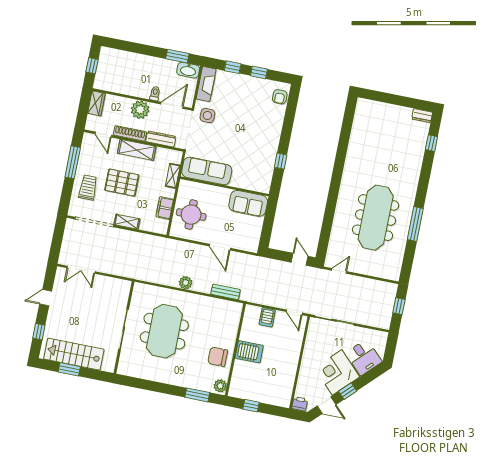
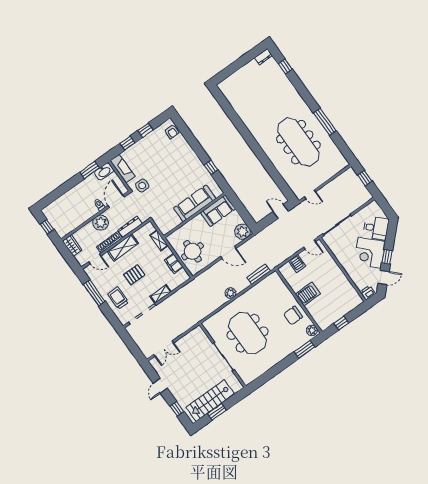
sofa: (207, 171) -> (195, 203), moved
pallet: (122, 183) -> (134, 275), width x0.67, depth x0.71
plant: (250, 242) -> (242, 232), added
door: (339, 271) -> (310, 194), swing flipped

